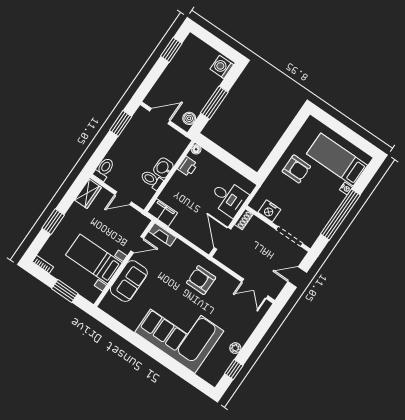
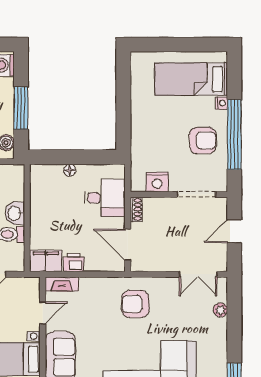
floor lamp: (196, 149) -> (70, 170), moved
printer: (187, 166) -> (74, 262), moved, turned -90
armchair: (296, 169) -> (203, 140), moved
plant: (235, 348) -> (220, 310), moved

